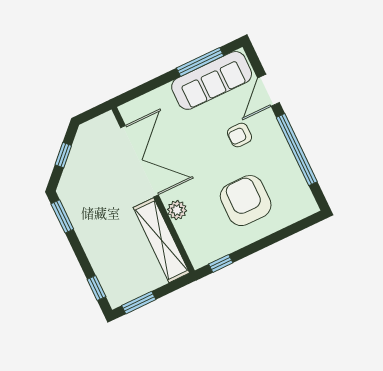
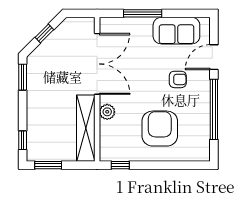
window: (200, 62) -> (143, 13), moved
sofa: (212, 80) -> (176, 31), width x0.73
armchair: (240, 135) -> (178, 79), turned 180

